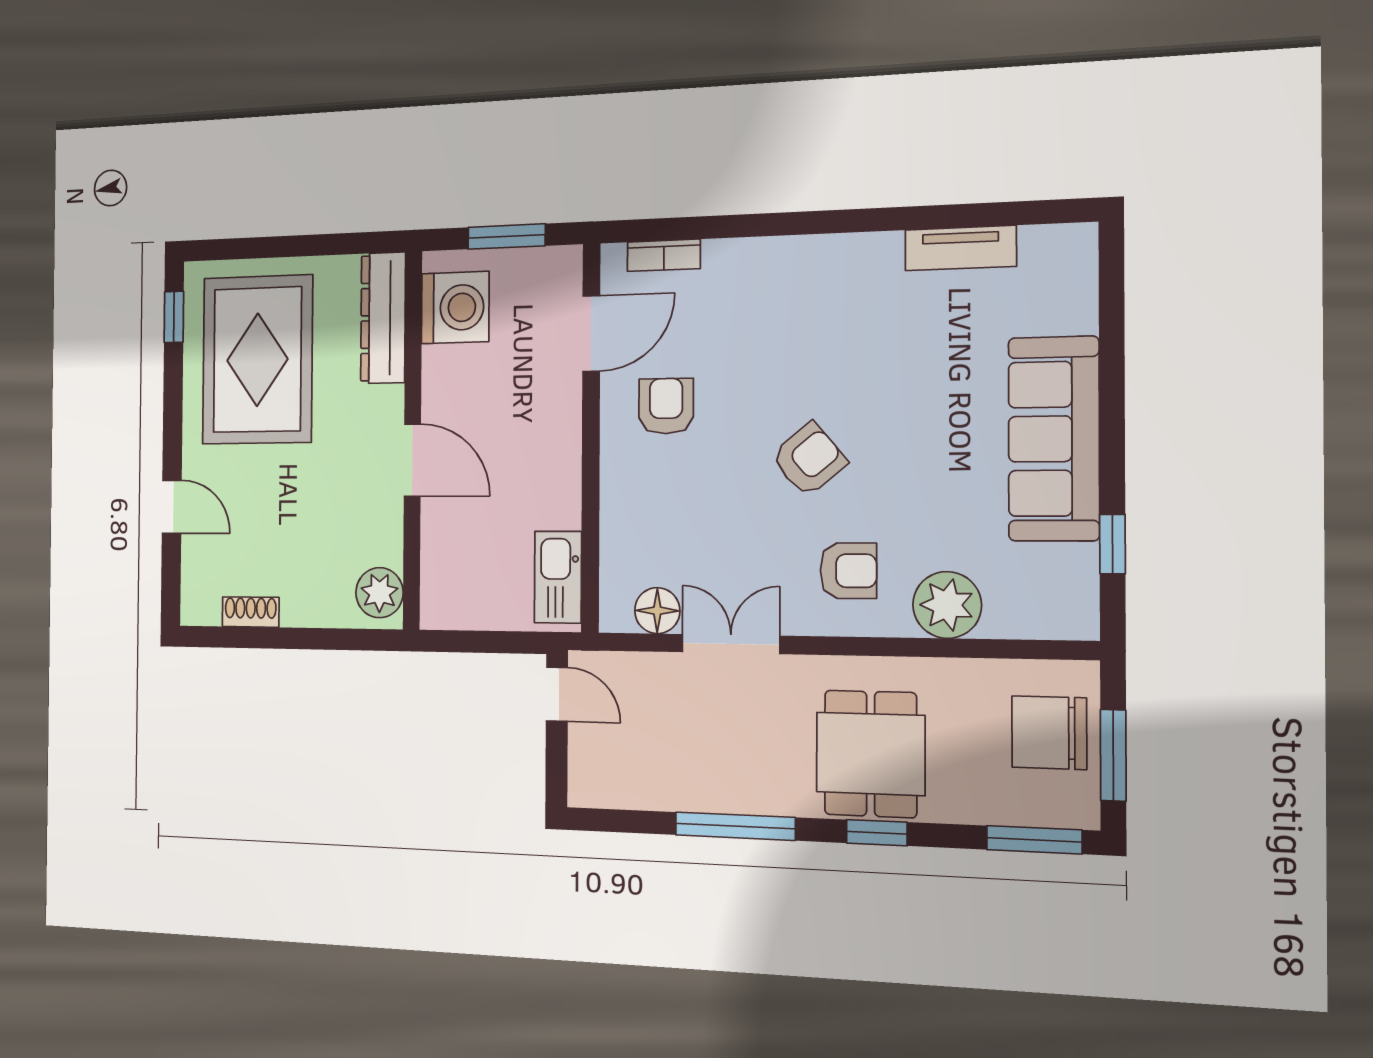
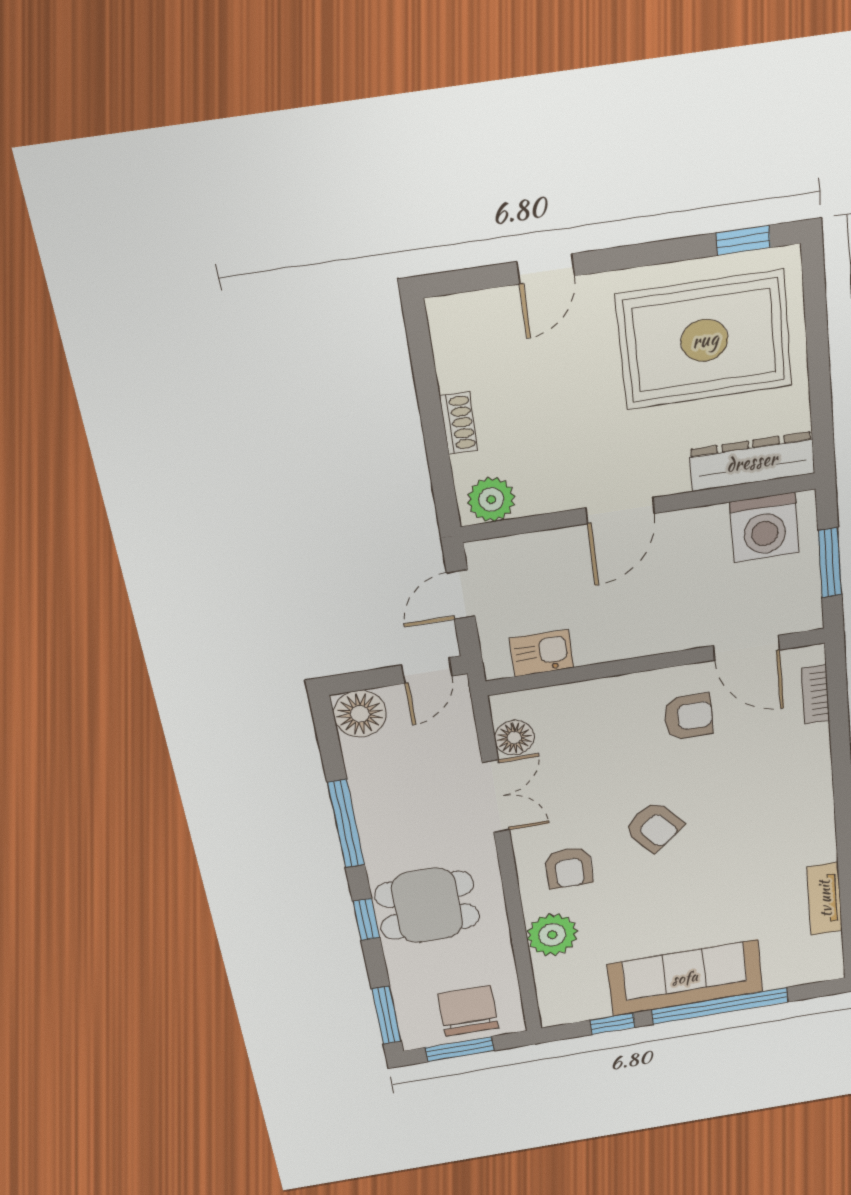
window: (1112, 395) -> (720, 1006), added
kitchen sink: (558, 577) -> (542, 653), width x0.73
shoe rack: (251, 612) -> (459, 423), moved
door: (476, 642) -> (461, 595), added
floor lamp: (596, 779) -> (360, 714), added

